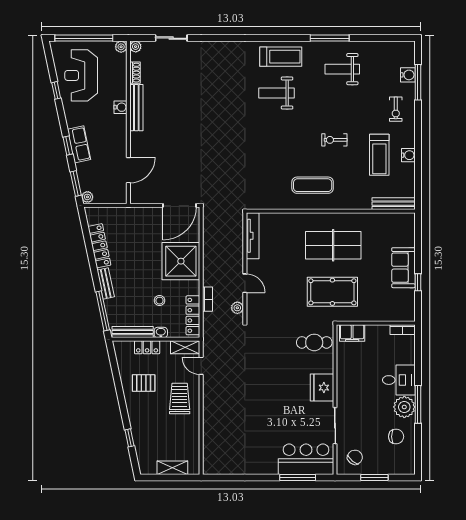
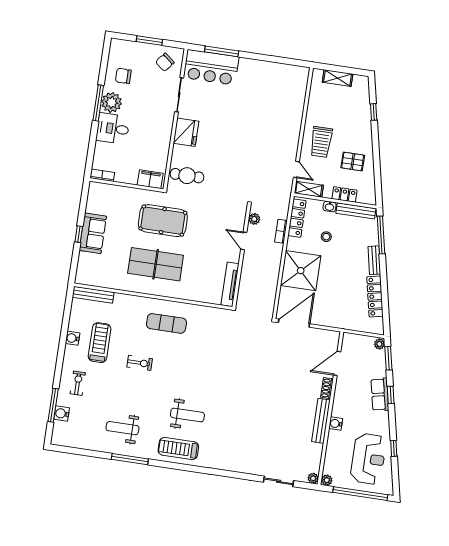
weight bench: (342, 69) -> (122, 428), turned 180
shoe rack: (135, 73) -> (327, 388), moved
window: (418, 282) -> (79, 234), moved

